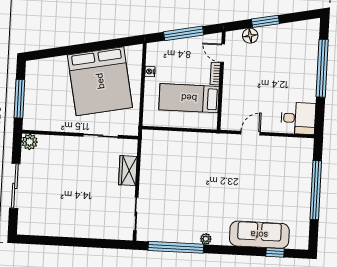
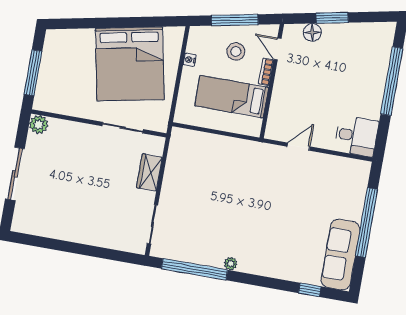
stool: (188, 60) -> (236, 51), added
sofa: (259, 235) -> (340, 255), moved, turned -90

